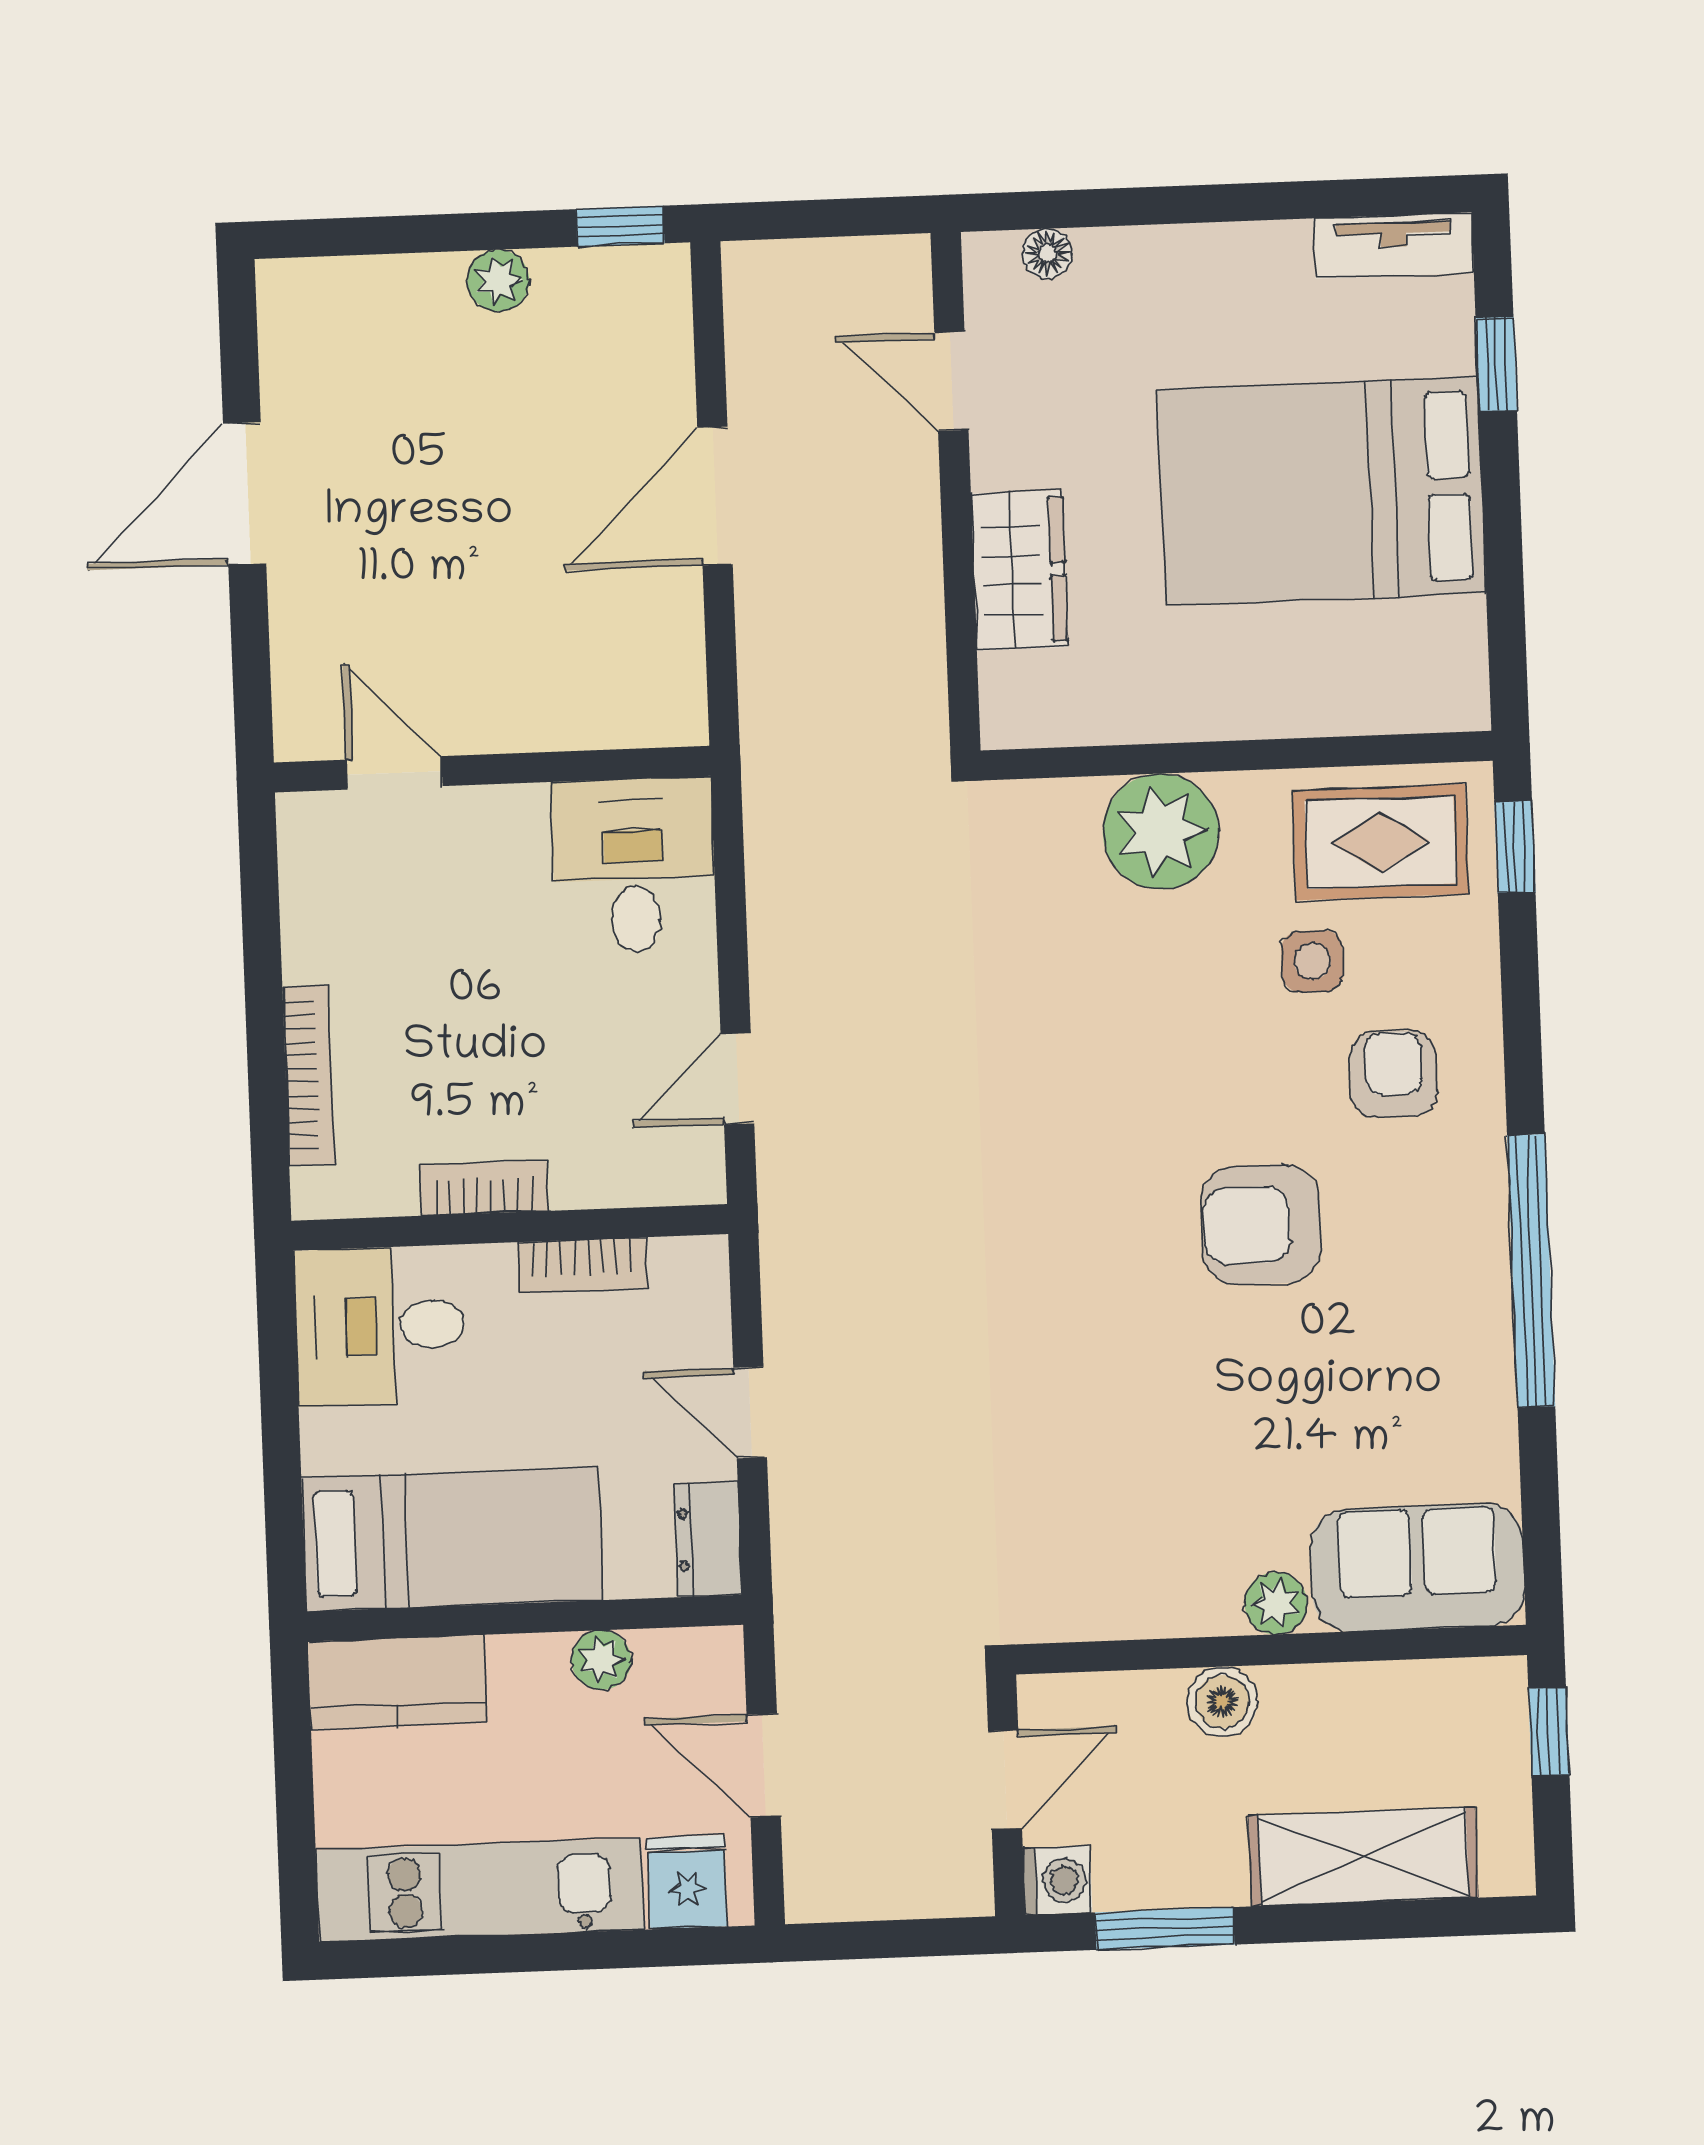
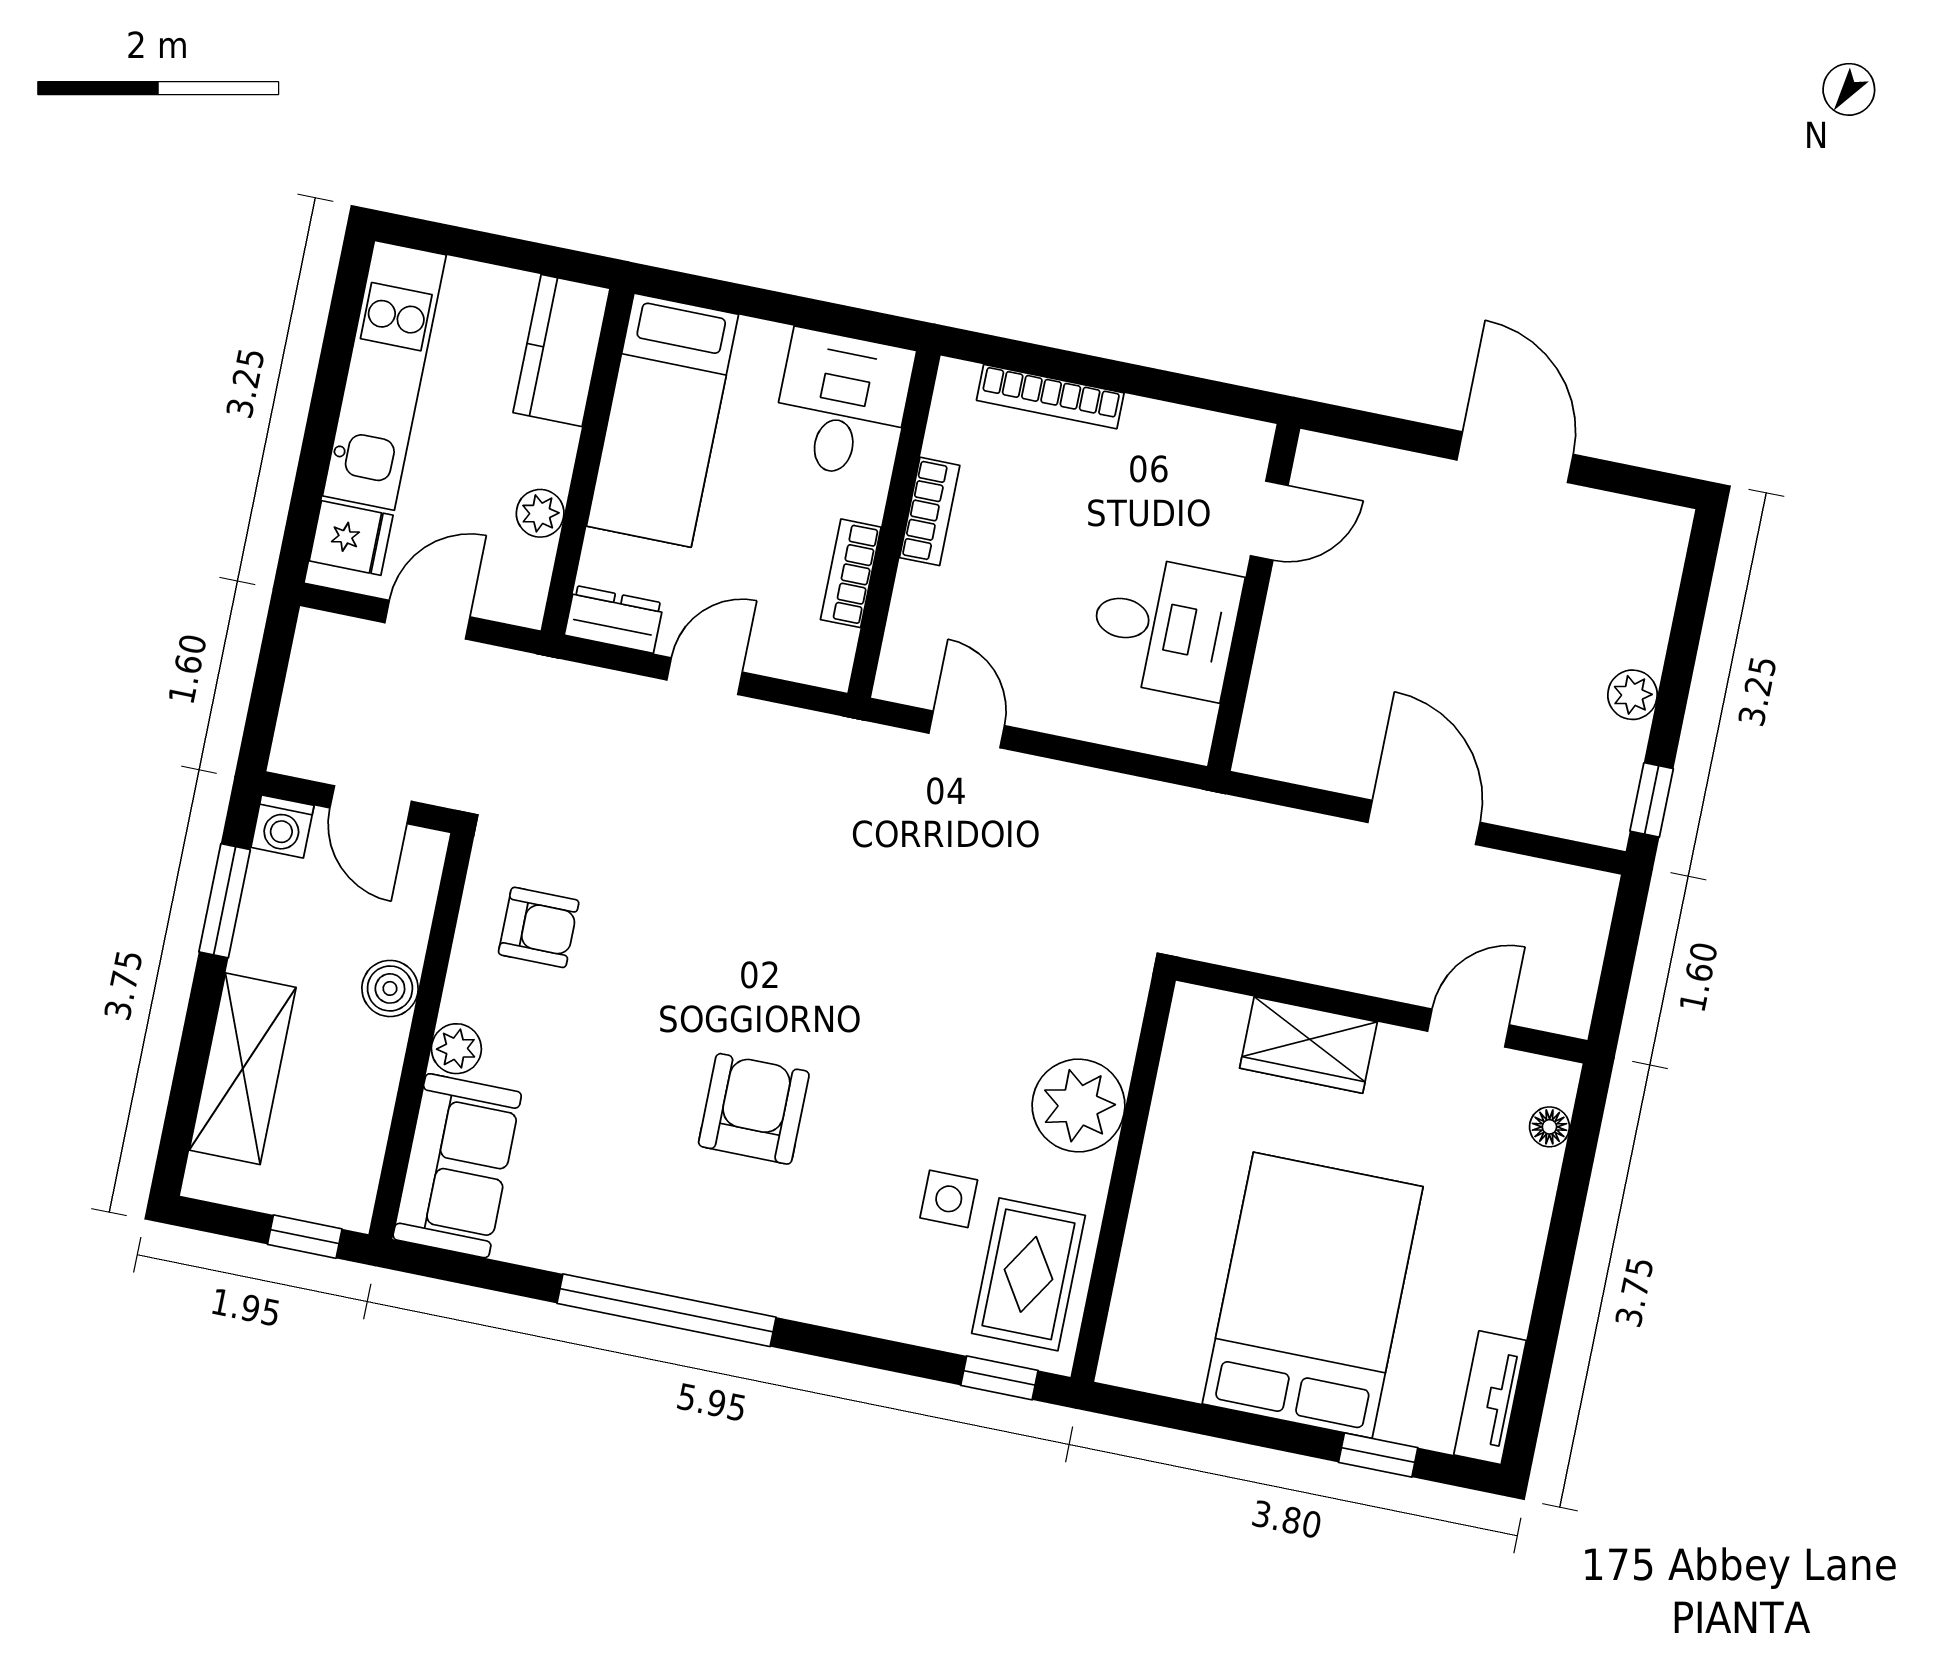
desk: (634, 865) -> (1165, 627), moved
armchair: (1393, 1074) -> (539, 927), moved

